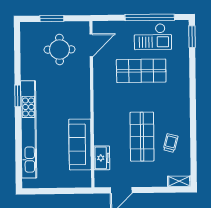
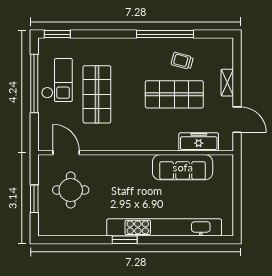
window: (193, 128) -> (165, 34), added
freezer: (102, 158) -> (199, 142), width x1.40
shelving: (179, 181) -> (227, 83), moved

